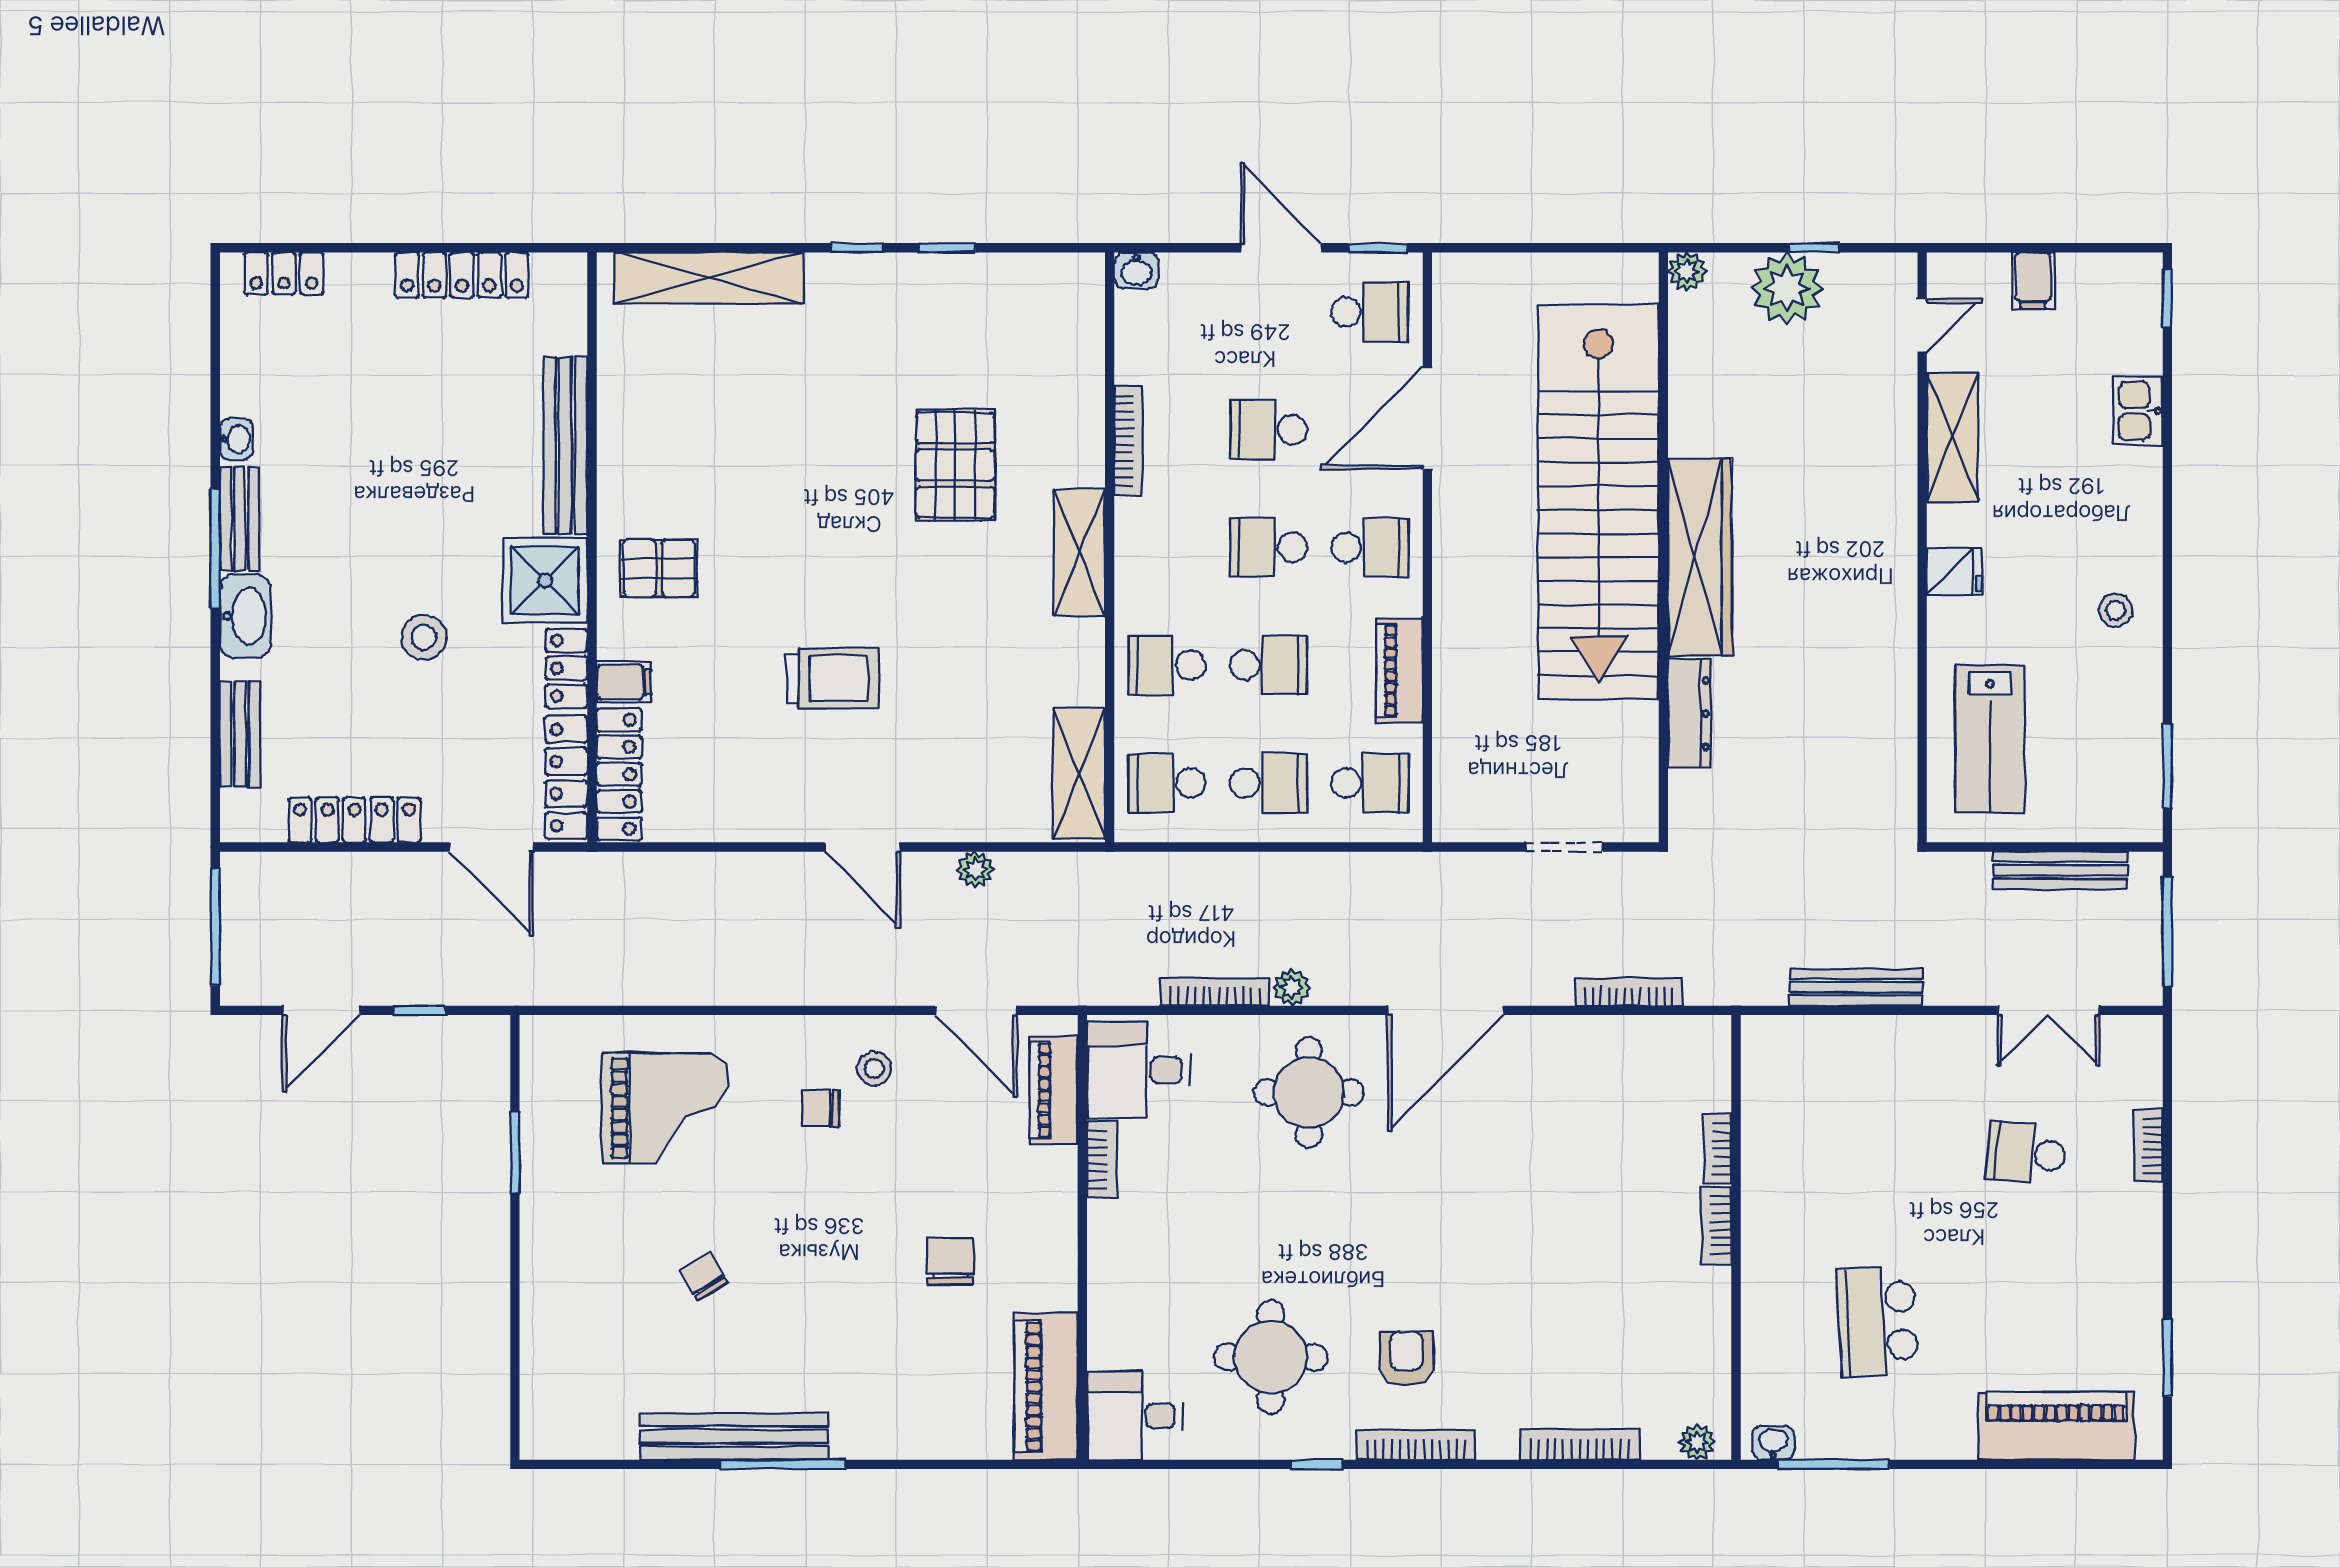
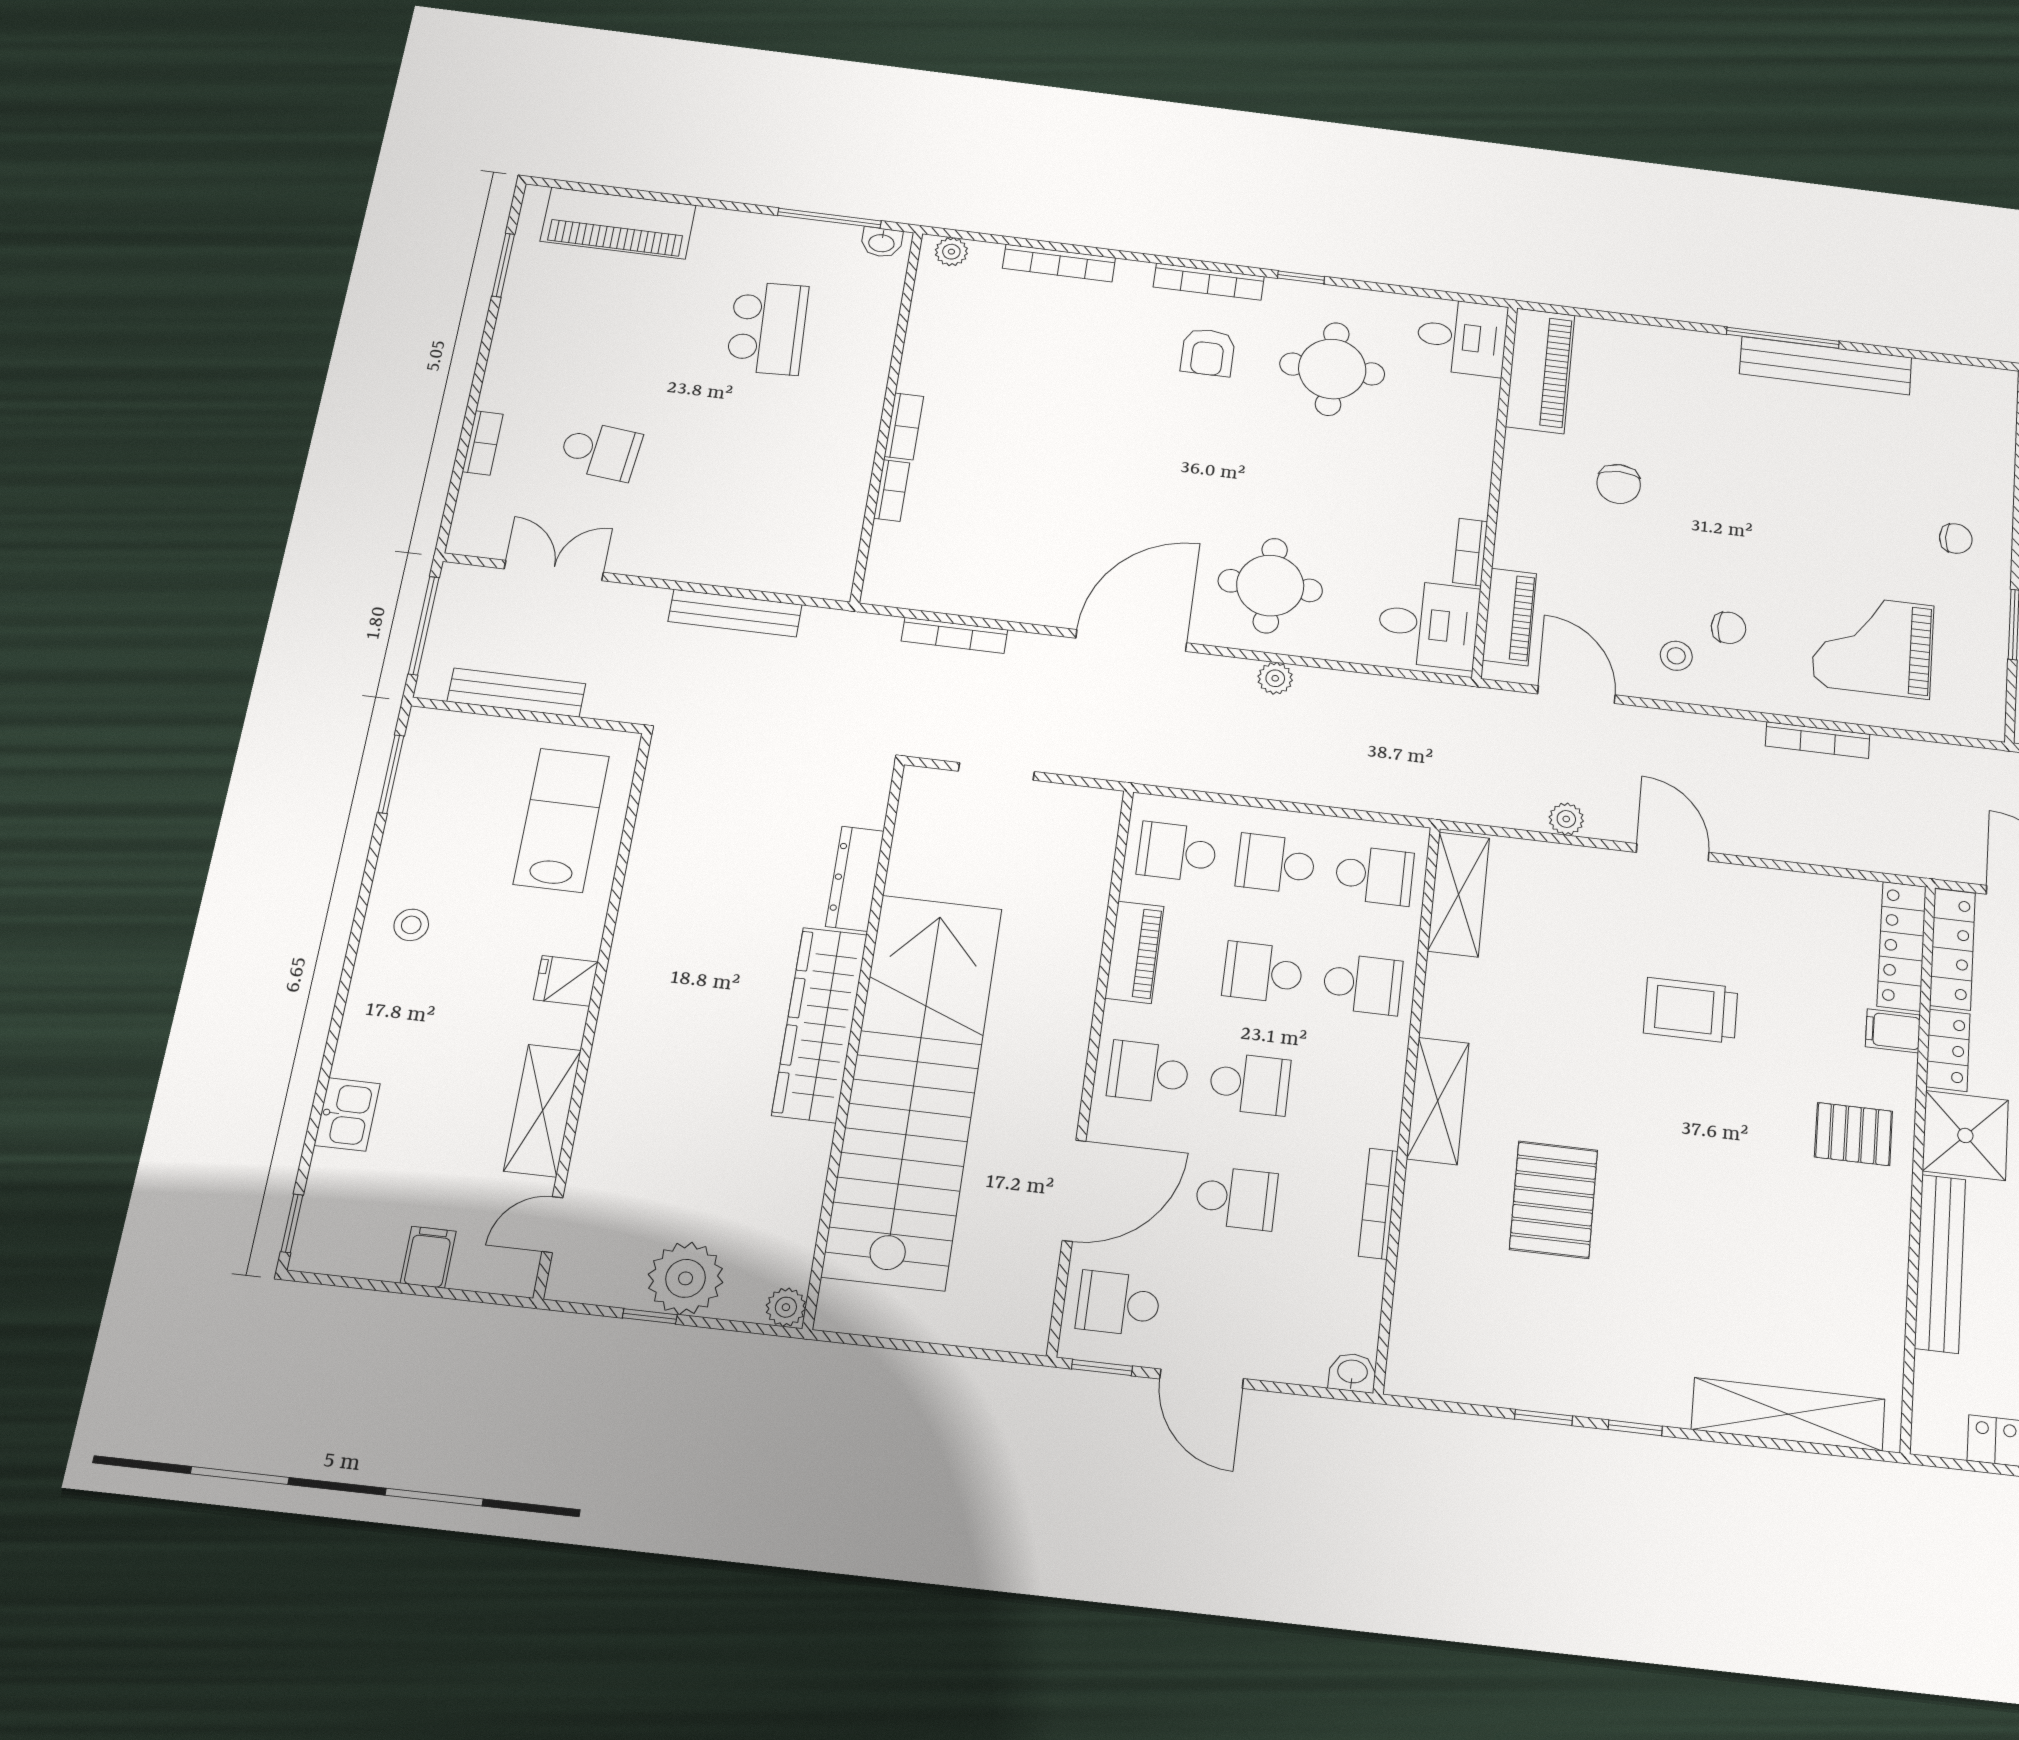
bookcase: (1215, 992) -> (1818, 740), moved
chair: (704, 1276) -> (1956, 539), moved, turned -60

